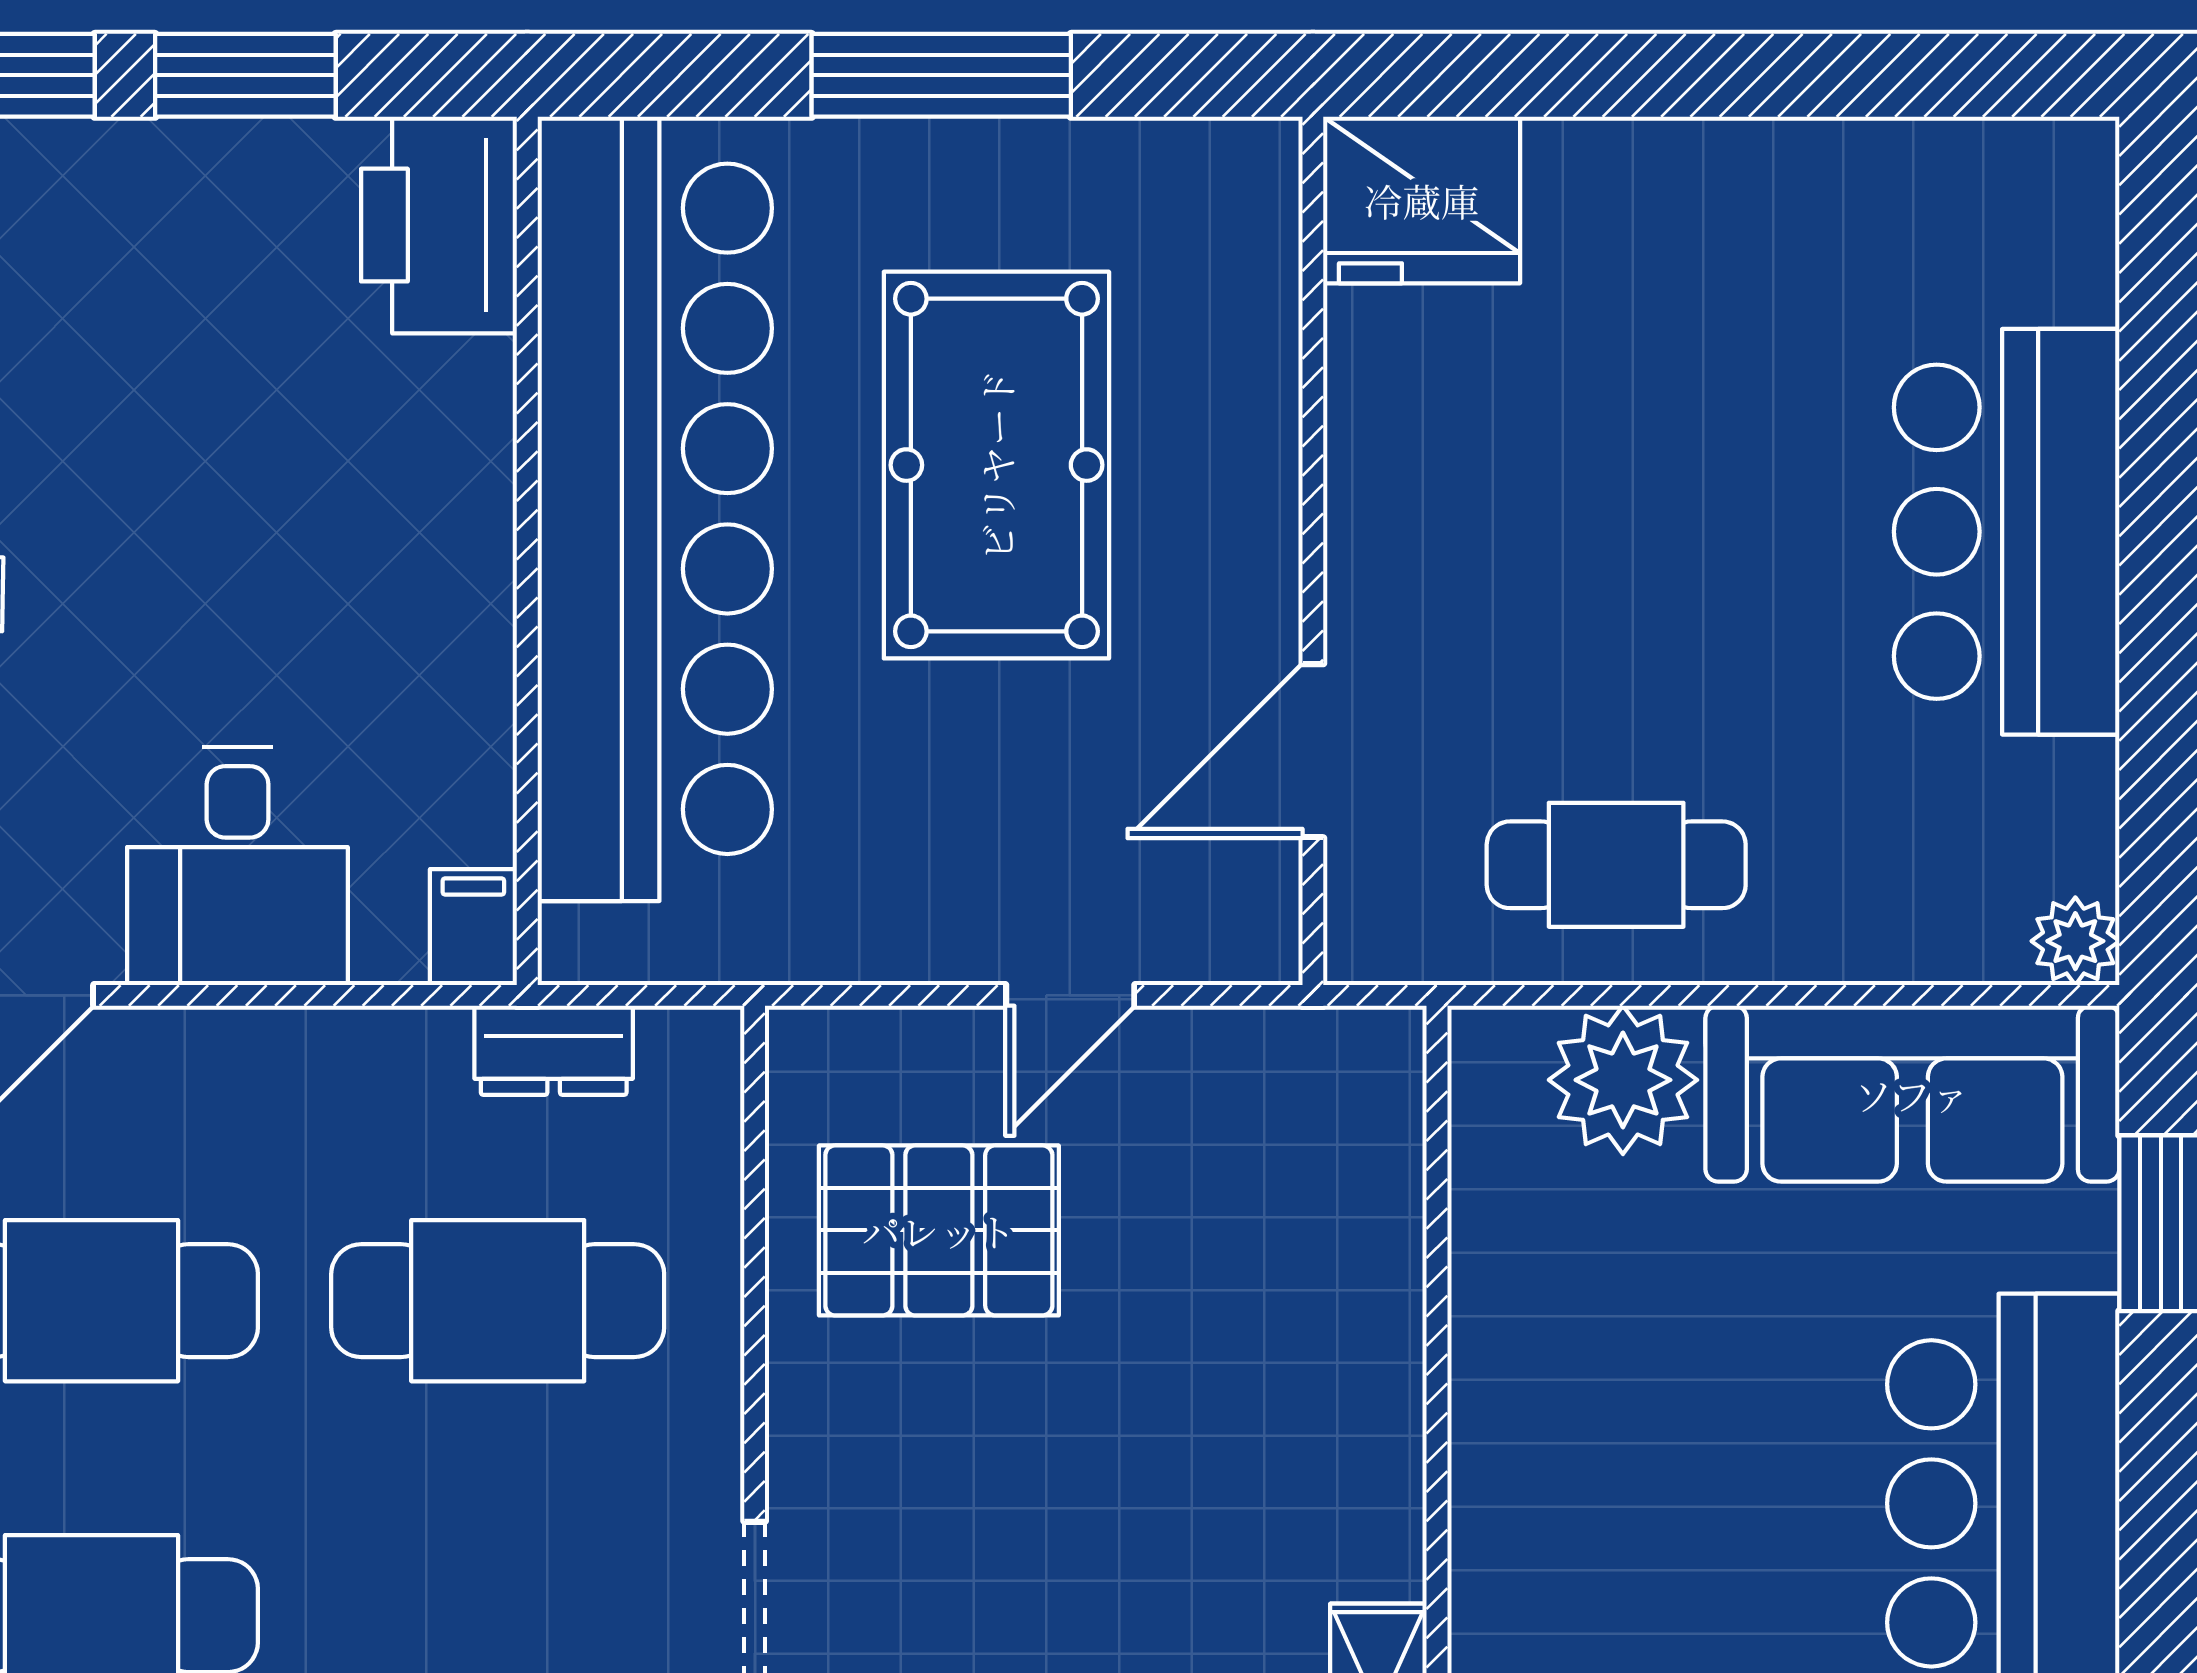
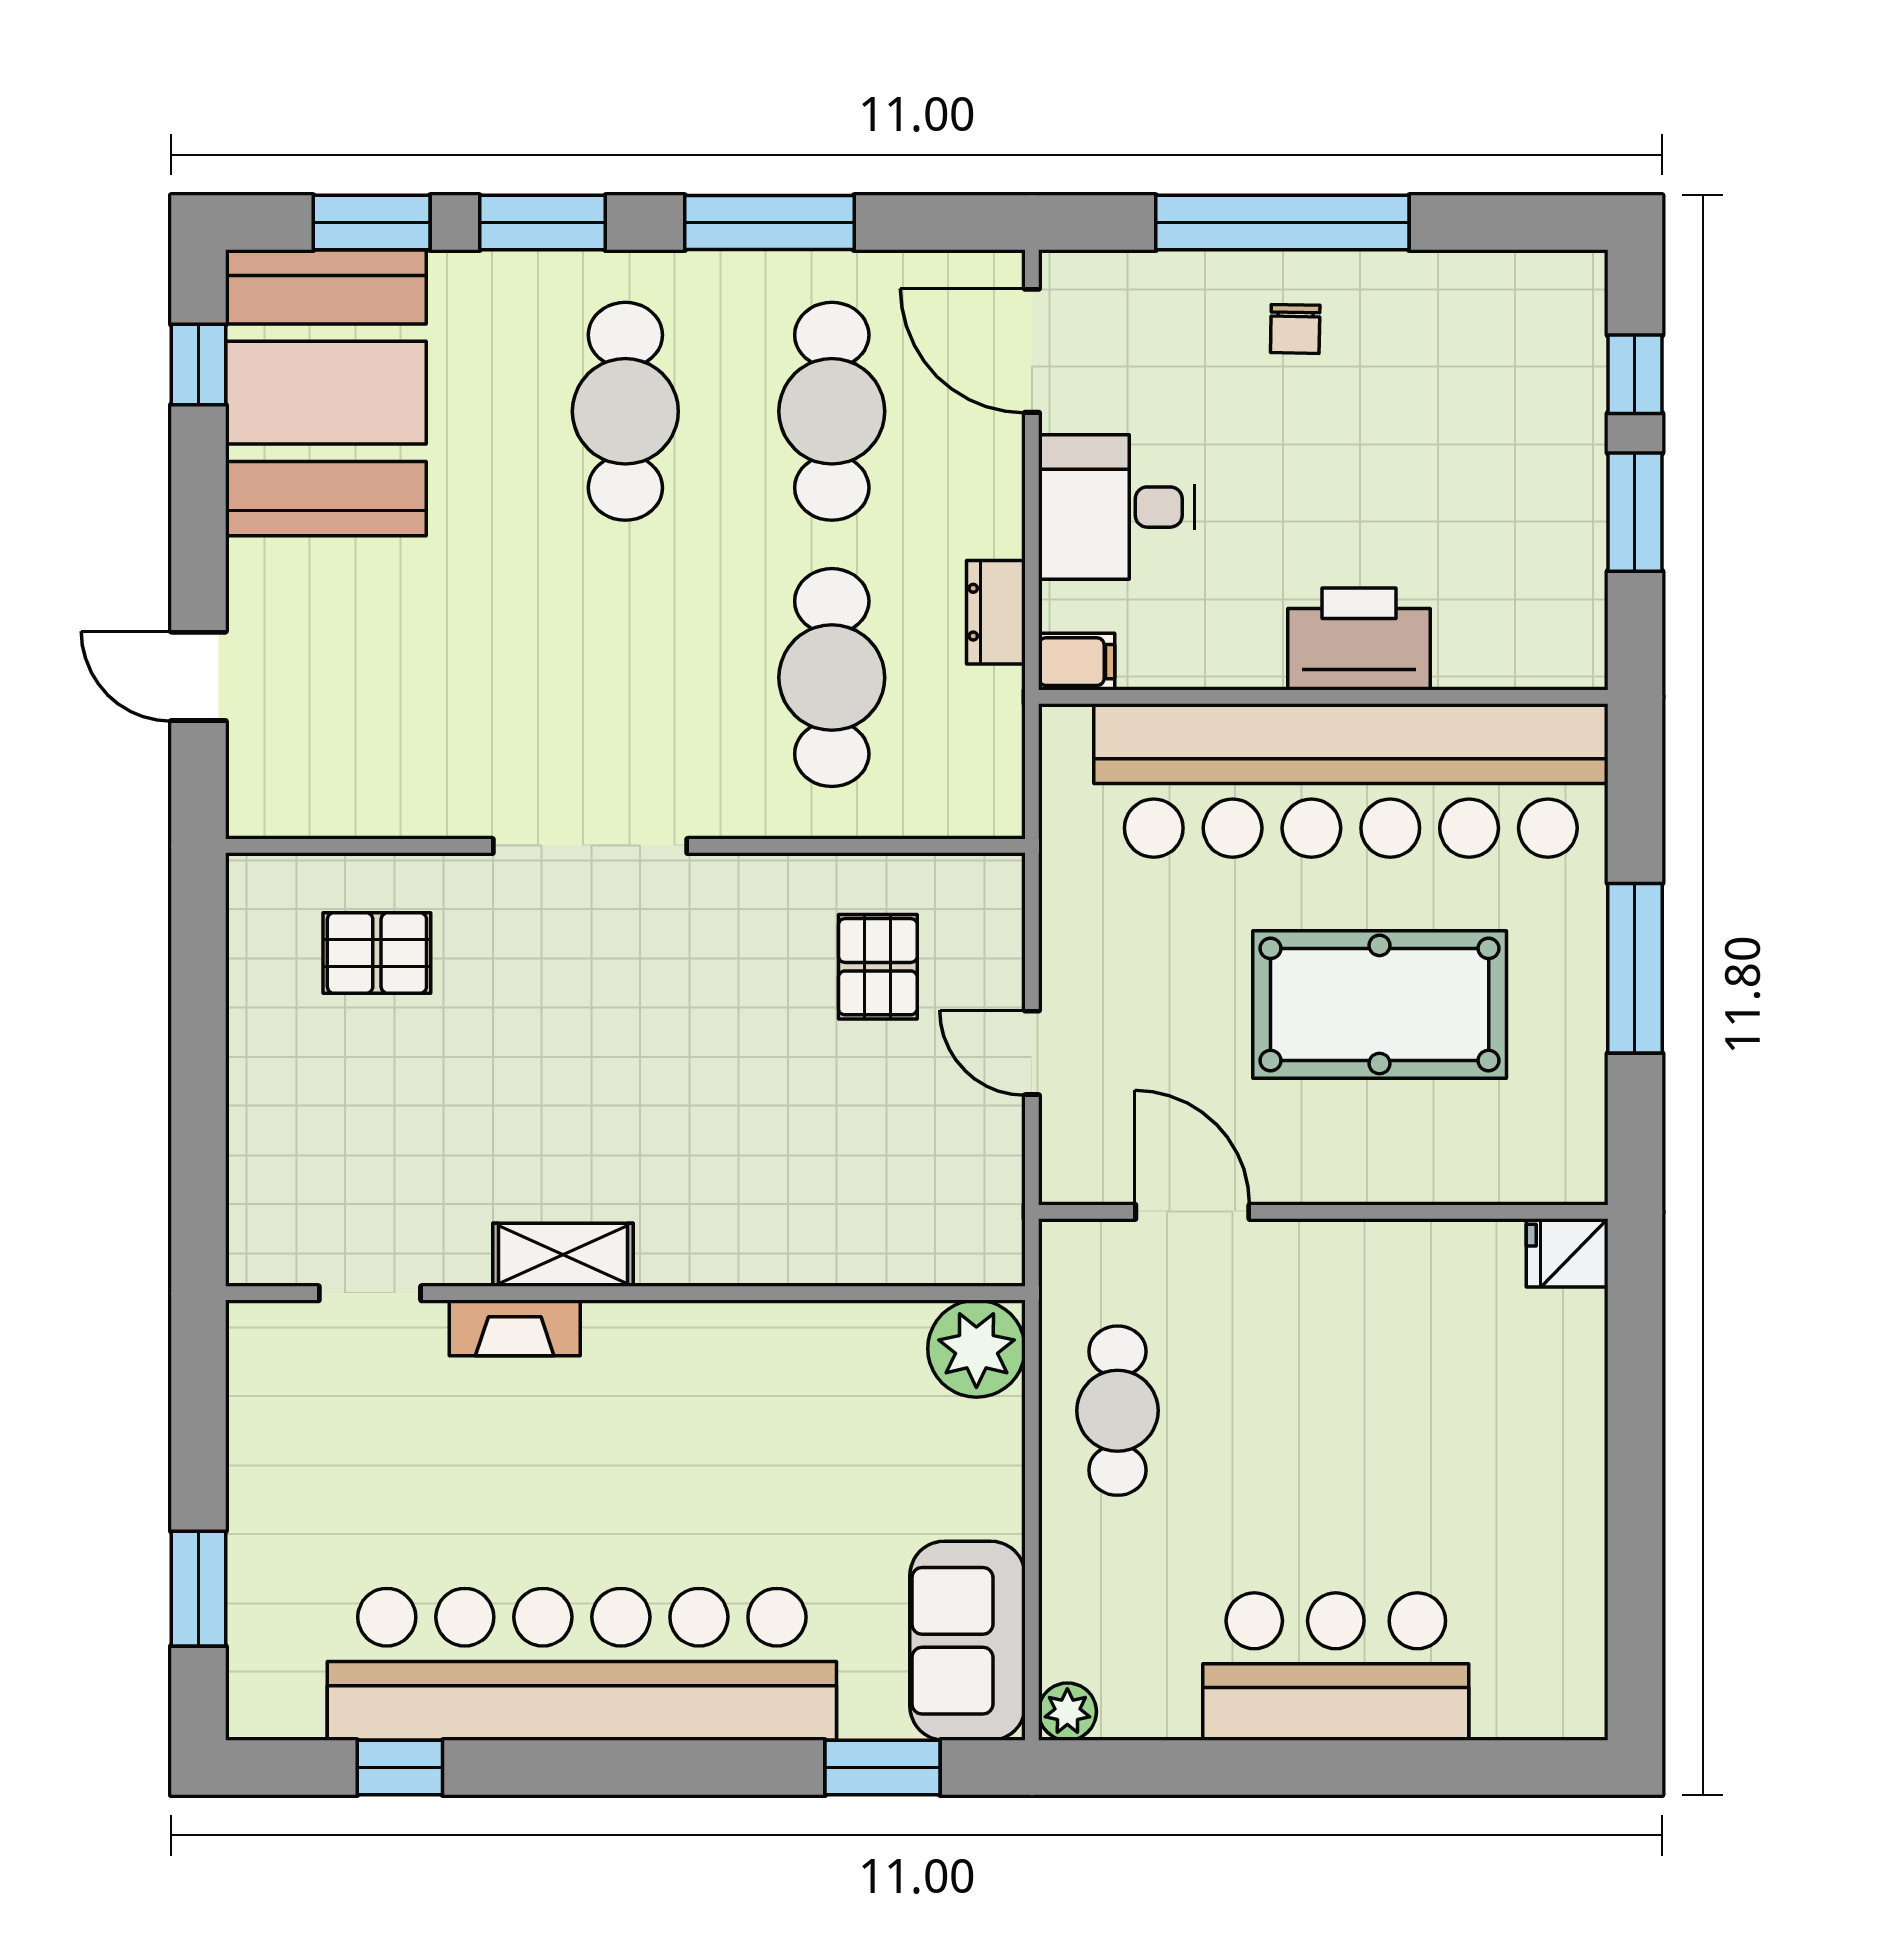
fridge: (1422, 200) -> (1567, 1253), width x0.53, depth x0.75
printer: (439, 225) -> (1359, 639), moved
dresser: (554, 1050) -> (996, 612), moved
plant: (1623, 1080) -> (976, 1349), moved
sofa: (1912, 1094) -> (967, 1641), width x0.73
pallet: (939, 1230) -> (878, 967), width x0.67, depth x0.71

